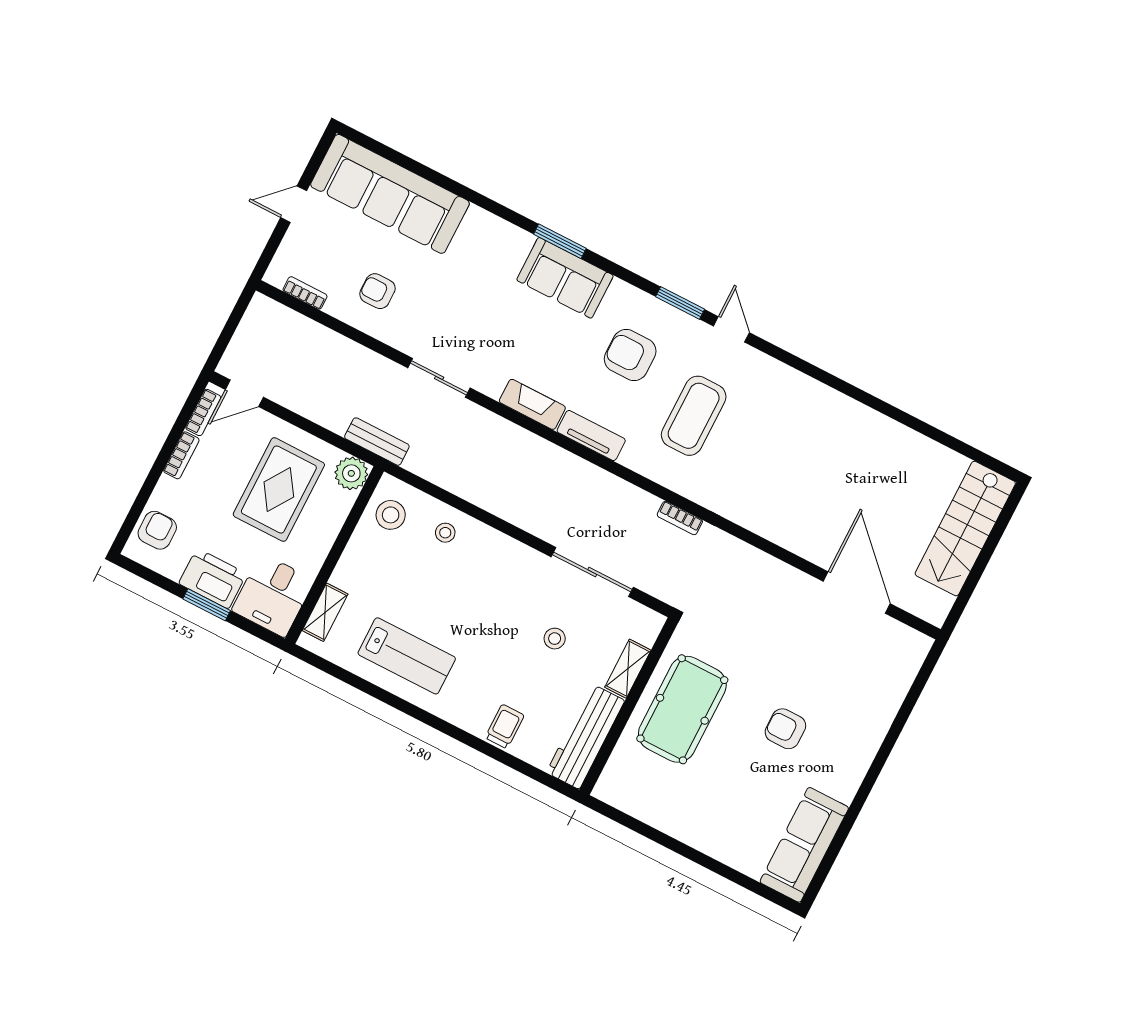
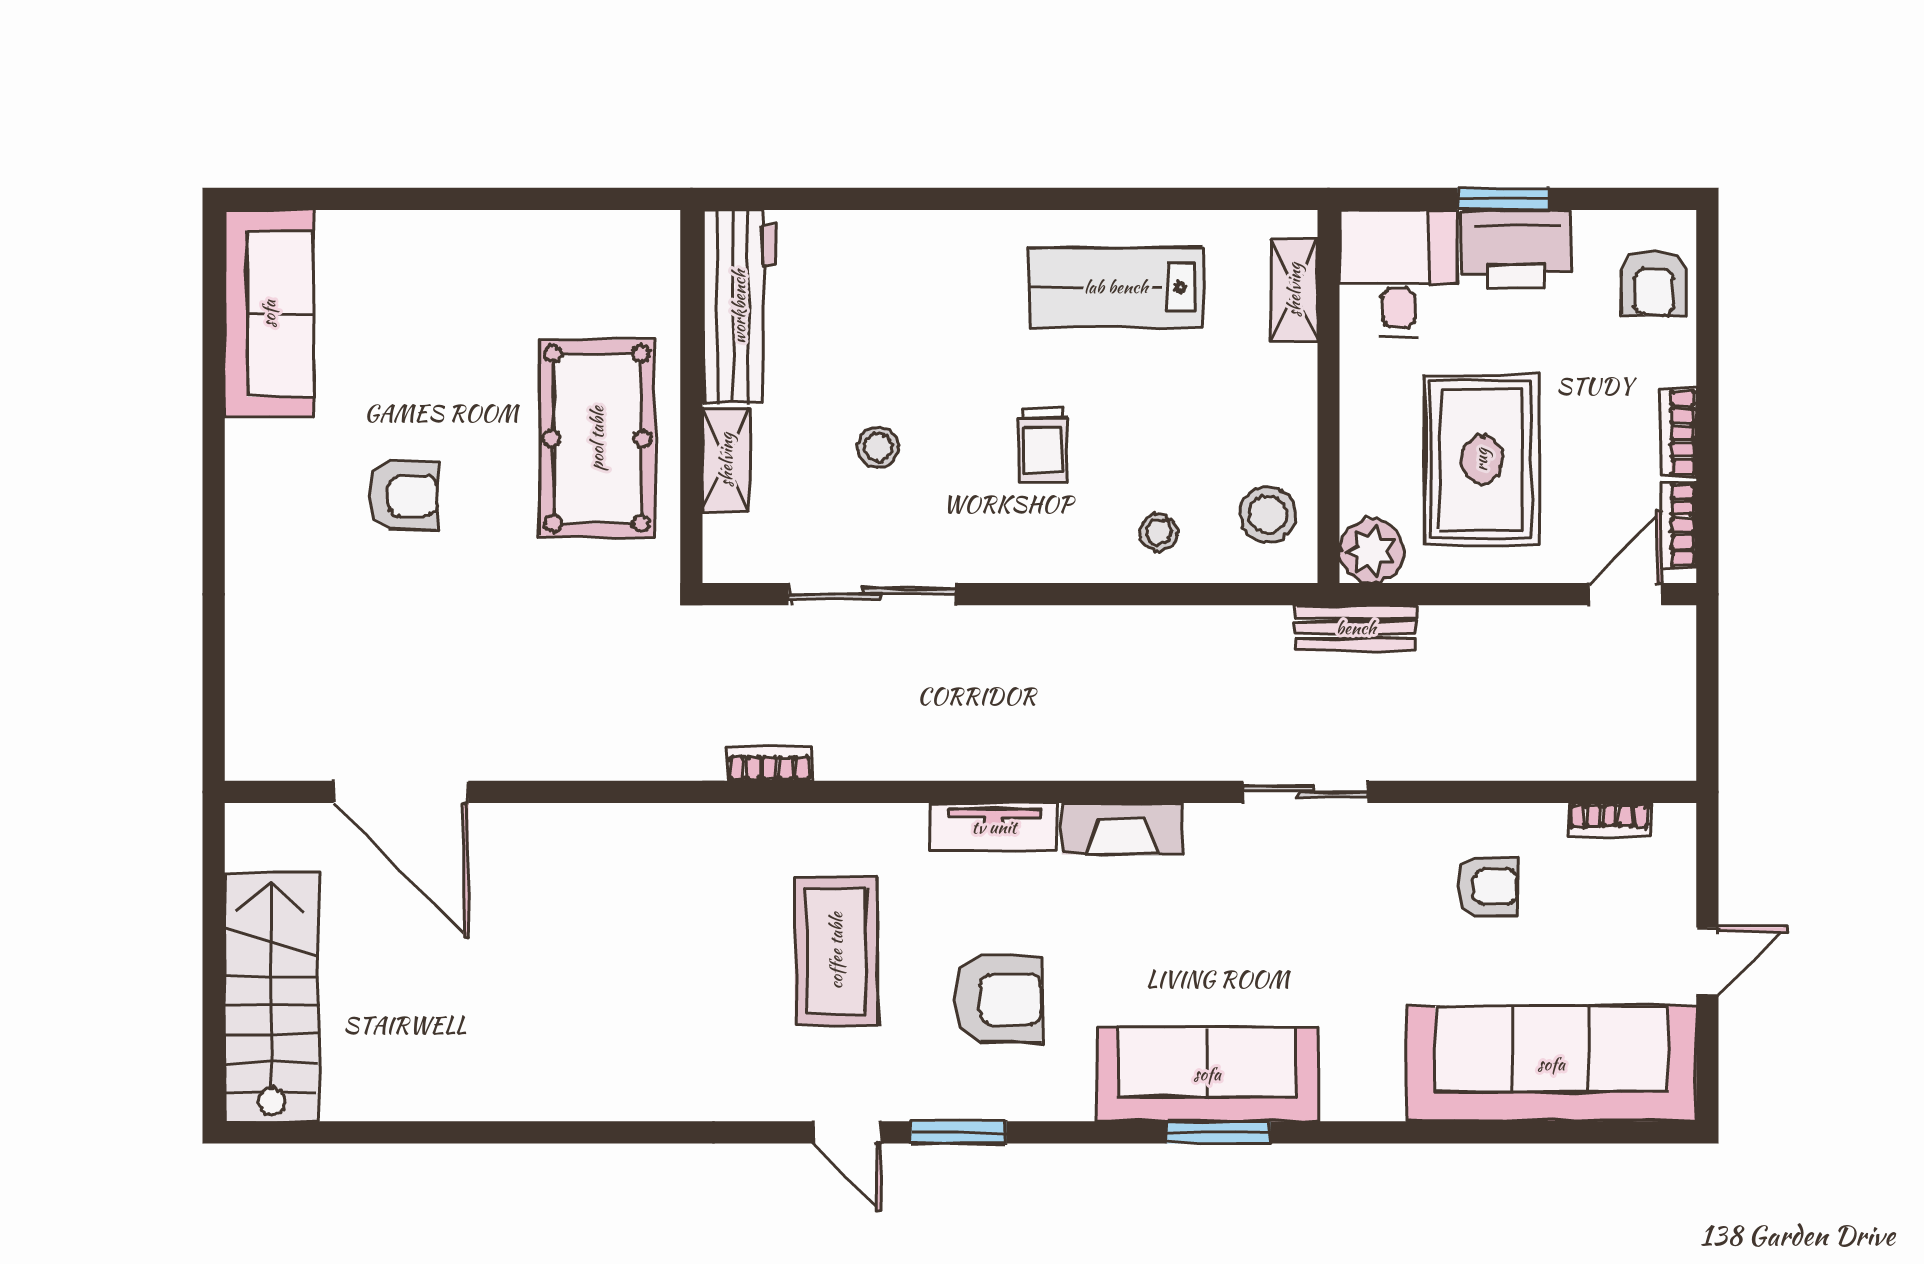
sofa: (565, 278) -> (1207, 1074), width x1.36
trolley: (505, 726) -> (1043, 445), moved

